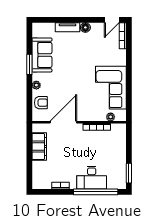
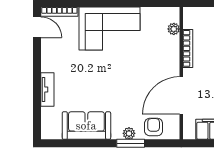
floor lamp: (85, 27) -> (48, 64), removed
window: (29, 64) -> (131, 143), moved
corner sofa: (111, 88) -> (110, 28), moved
door: (63, 122) -> (181, 95), hinge flipped

